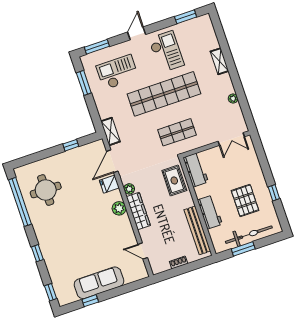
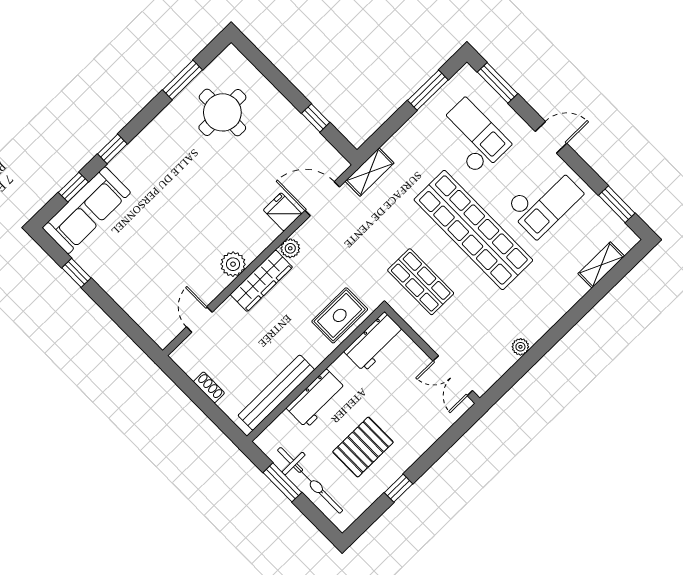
shelving: (219, 61) -> (601, 265), moved
window: (20, 202) -> (183, 80), width x0.47
plant: (119, 208) -> (233, 264), moved
sofa: (99, 283) -> (86, 210), moved, turned 90
window: (51, 292) -> (73, 187), moved

